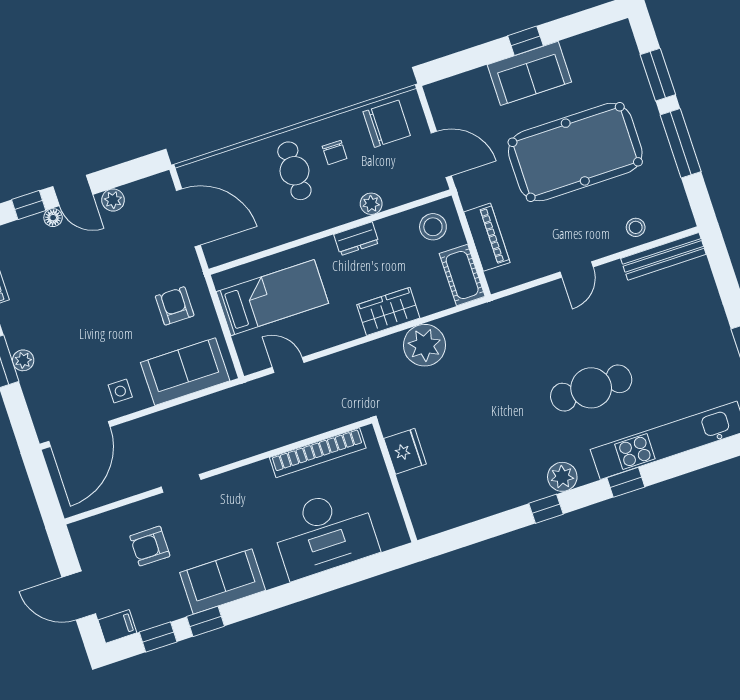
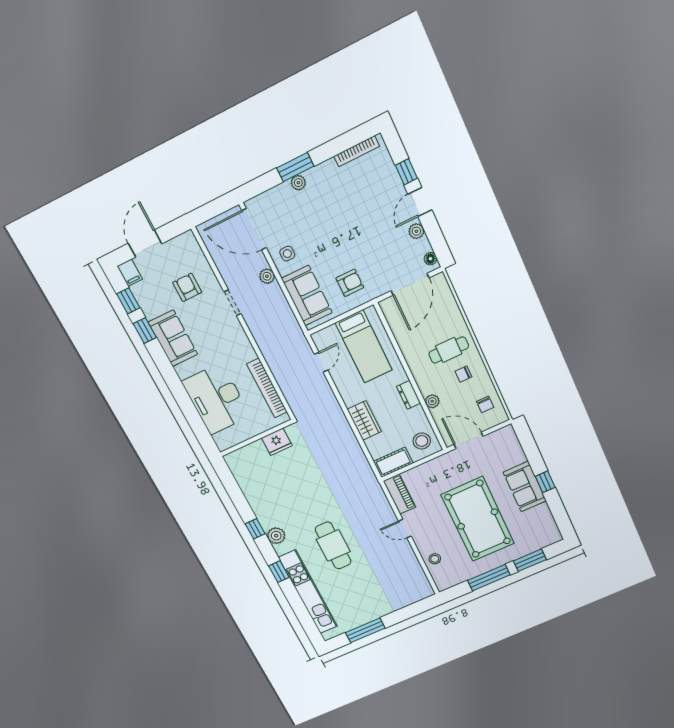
chair: (387, 124) -> (485, 404), width x0.54, depth x0.54
door: (441, 154) -> (469, 440), swing flipped
floor lamp: (53, 218) -> (430, 259), moved
piano: (487, 237) -> (399, 494), moved, turned -90
bench: (663, 256) -> (419, 576), removed
plant: (424, 345) -> (267, 276), moved, width x0.53, depth x0.53

